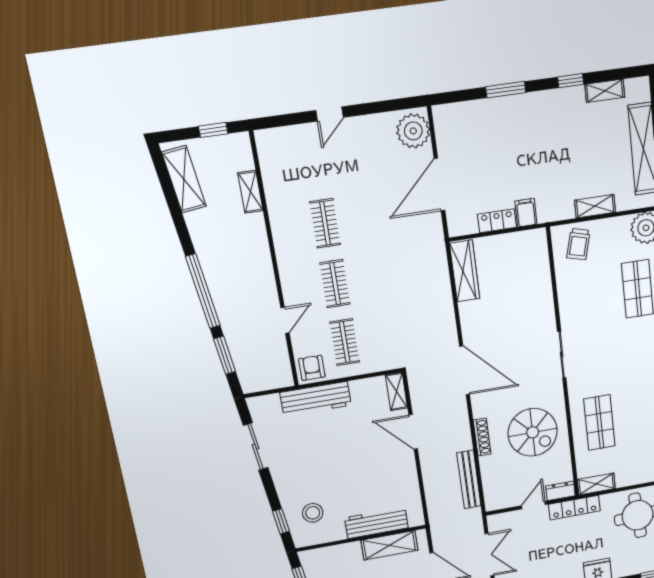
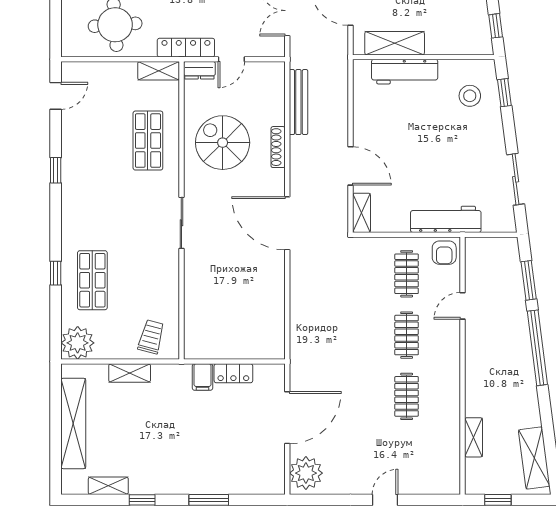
wardrobe: (465, 271) -> (273, 327), removed

